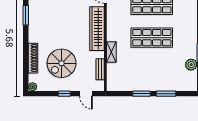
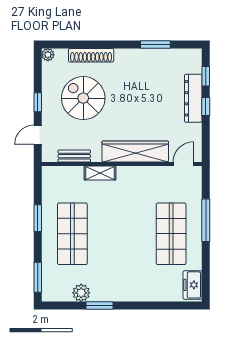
shop shelf: (152, 38) -> (72, 234), moved
window: (166, 94) -> (38, 277), moved

